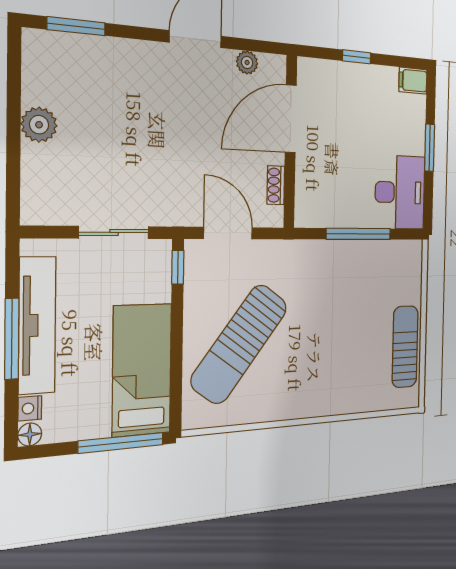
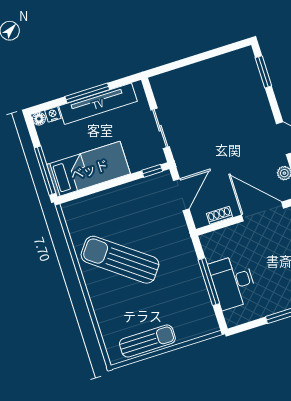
plant: (39, 125) -> (204, 70), removed
desk: (400, 192) -> (233, 282), moved, turned 90
sun lounger: (239, 344) -> (120, 260), moved

